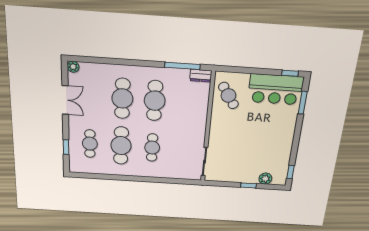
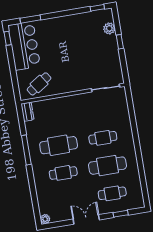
window: (182, 66) -> (26, 150), moved
cafe table: (122, 98) -> (63, 173), width x0.73, depth x0.74
double door: (65, 100) -> (86, 219), moved

